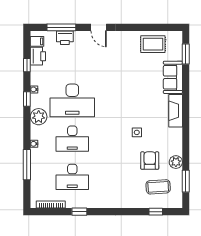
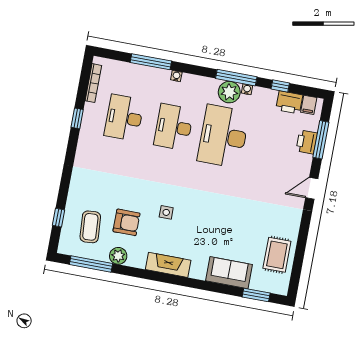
window: (27, 99) -> (236, 78), width x2.17
fireplace: (176, 111) -> (168, 265), moved
plant: (39, 117) -> (229, 92), moved
window: (186, 181) -> (91, 264), width x1.44

